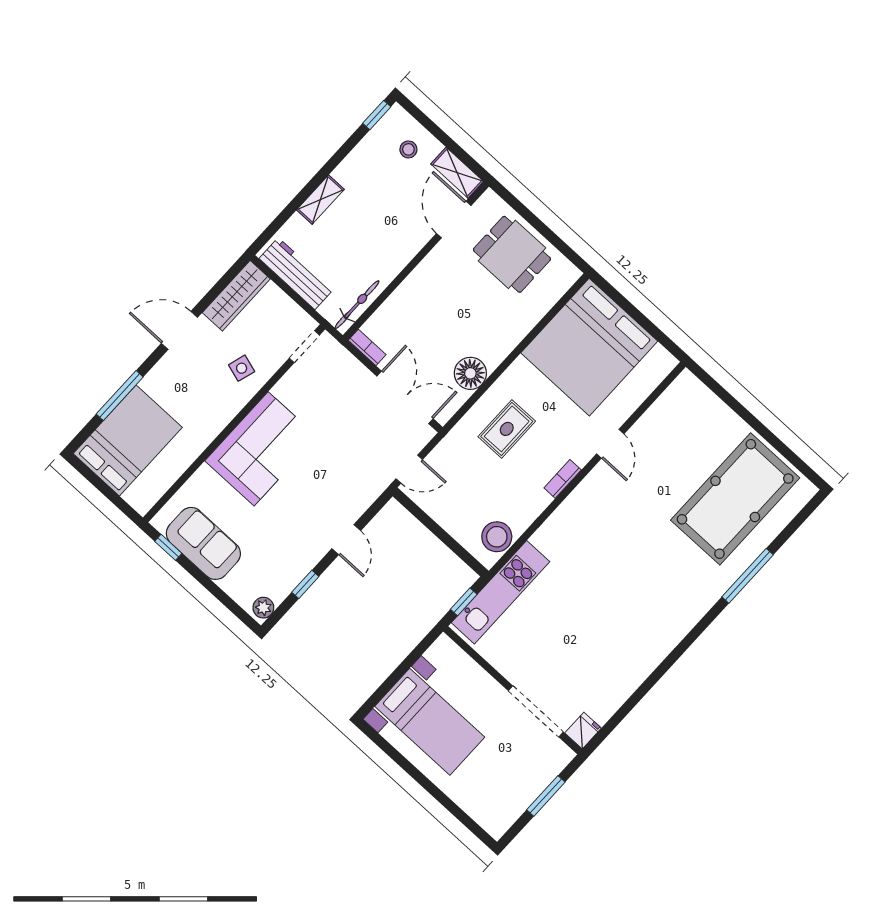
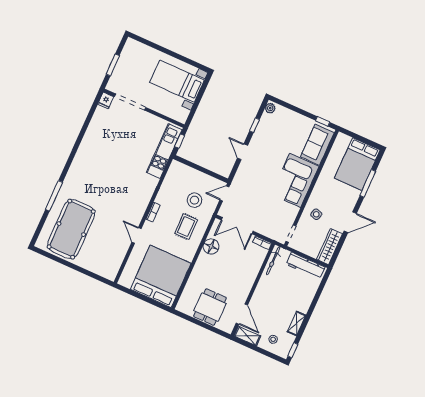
shelving: (320, 200) -> (297, 324), moved
dining table: (512, 254) -> (210, 307), turned 90
stool: (497, 537) -> (194, 200), moved
sofa: (203, 543) -> (317, 145), moved, turned 90

